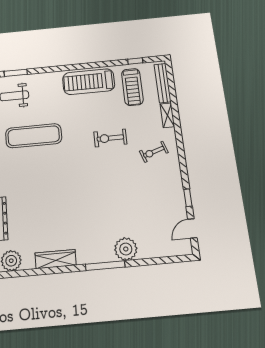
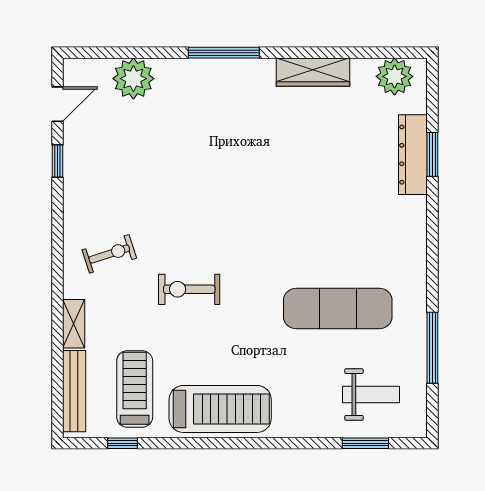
exercise bike: (110, 138) -> (189, 289), turned 180
plant: (126, 249) -> (133, 79), moved

